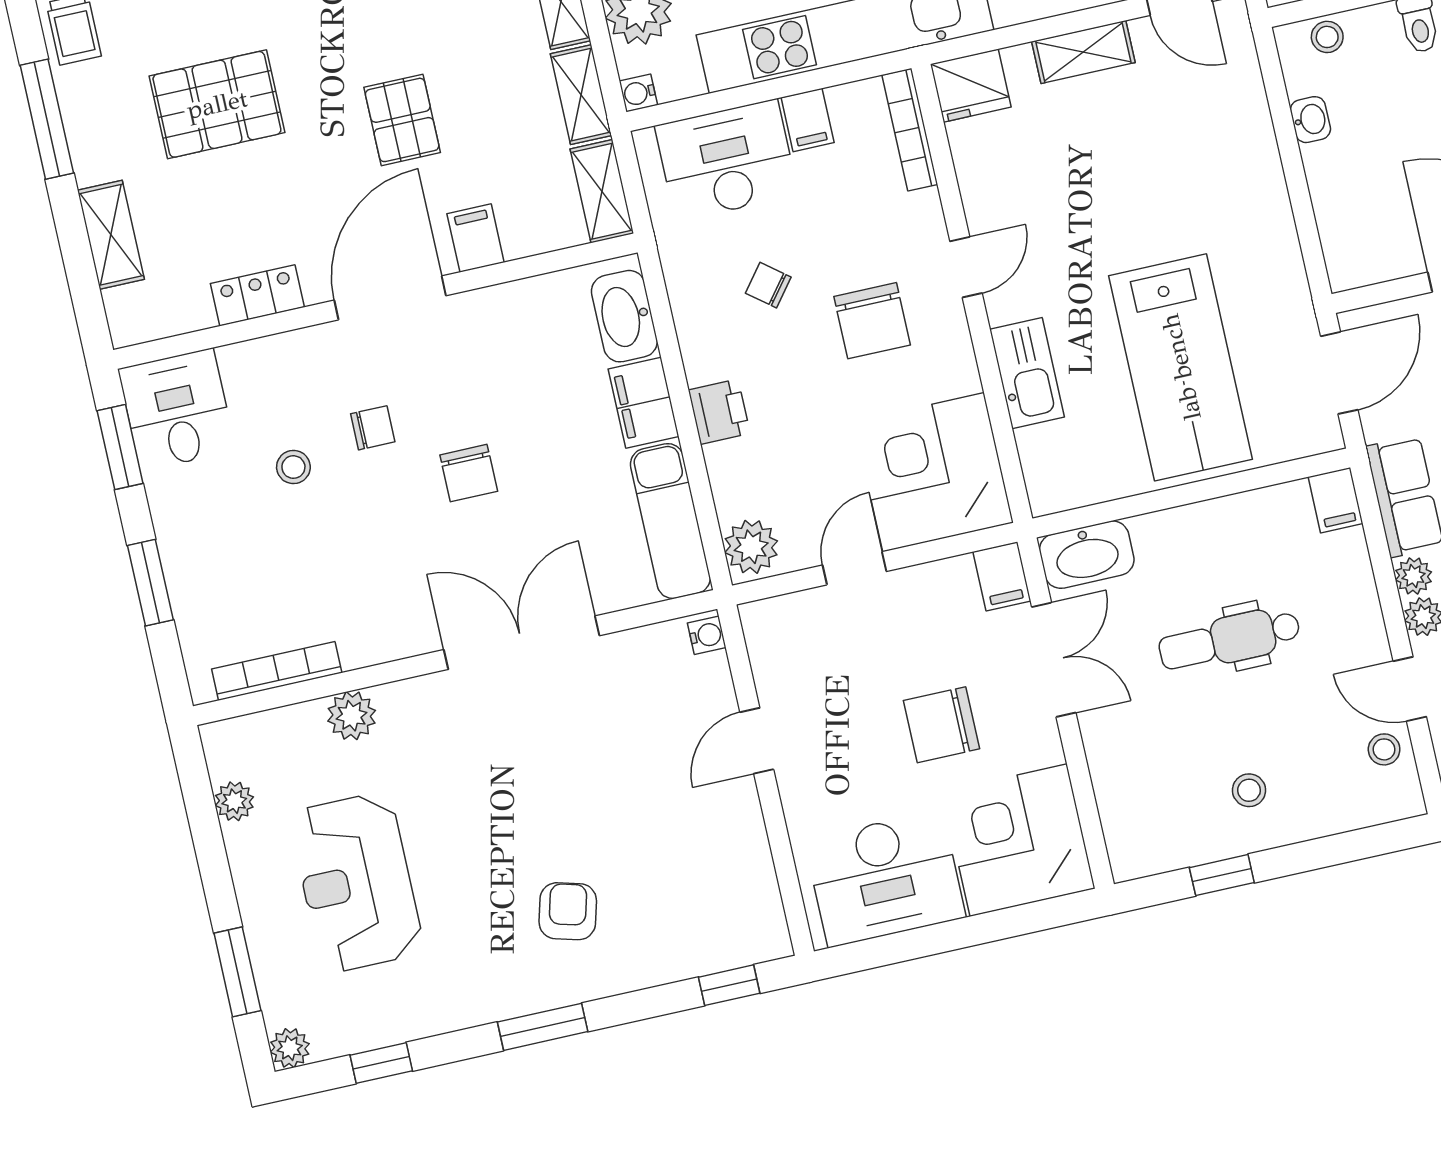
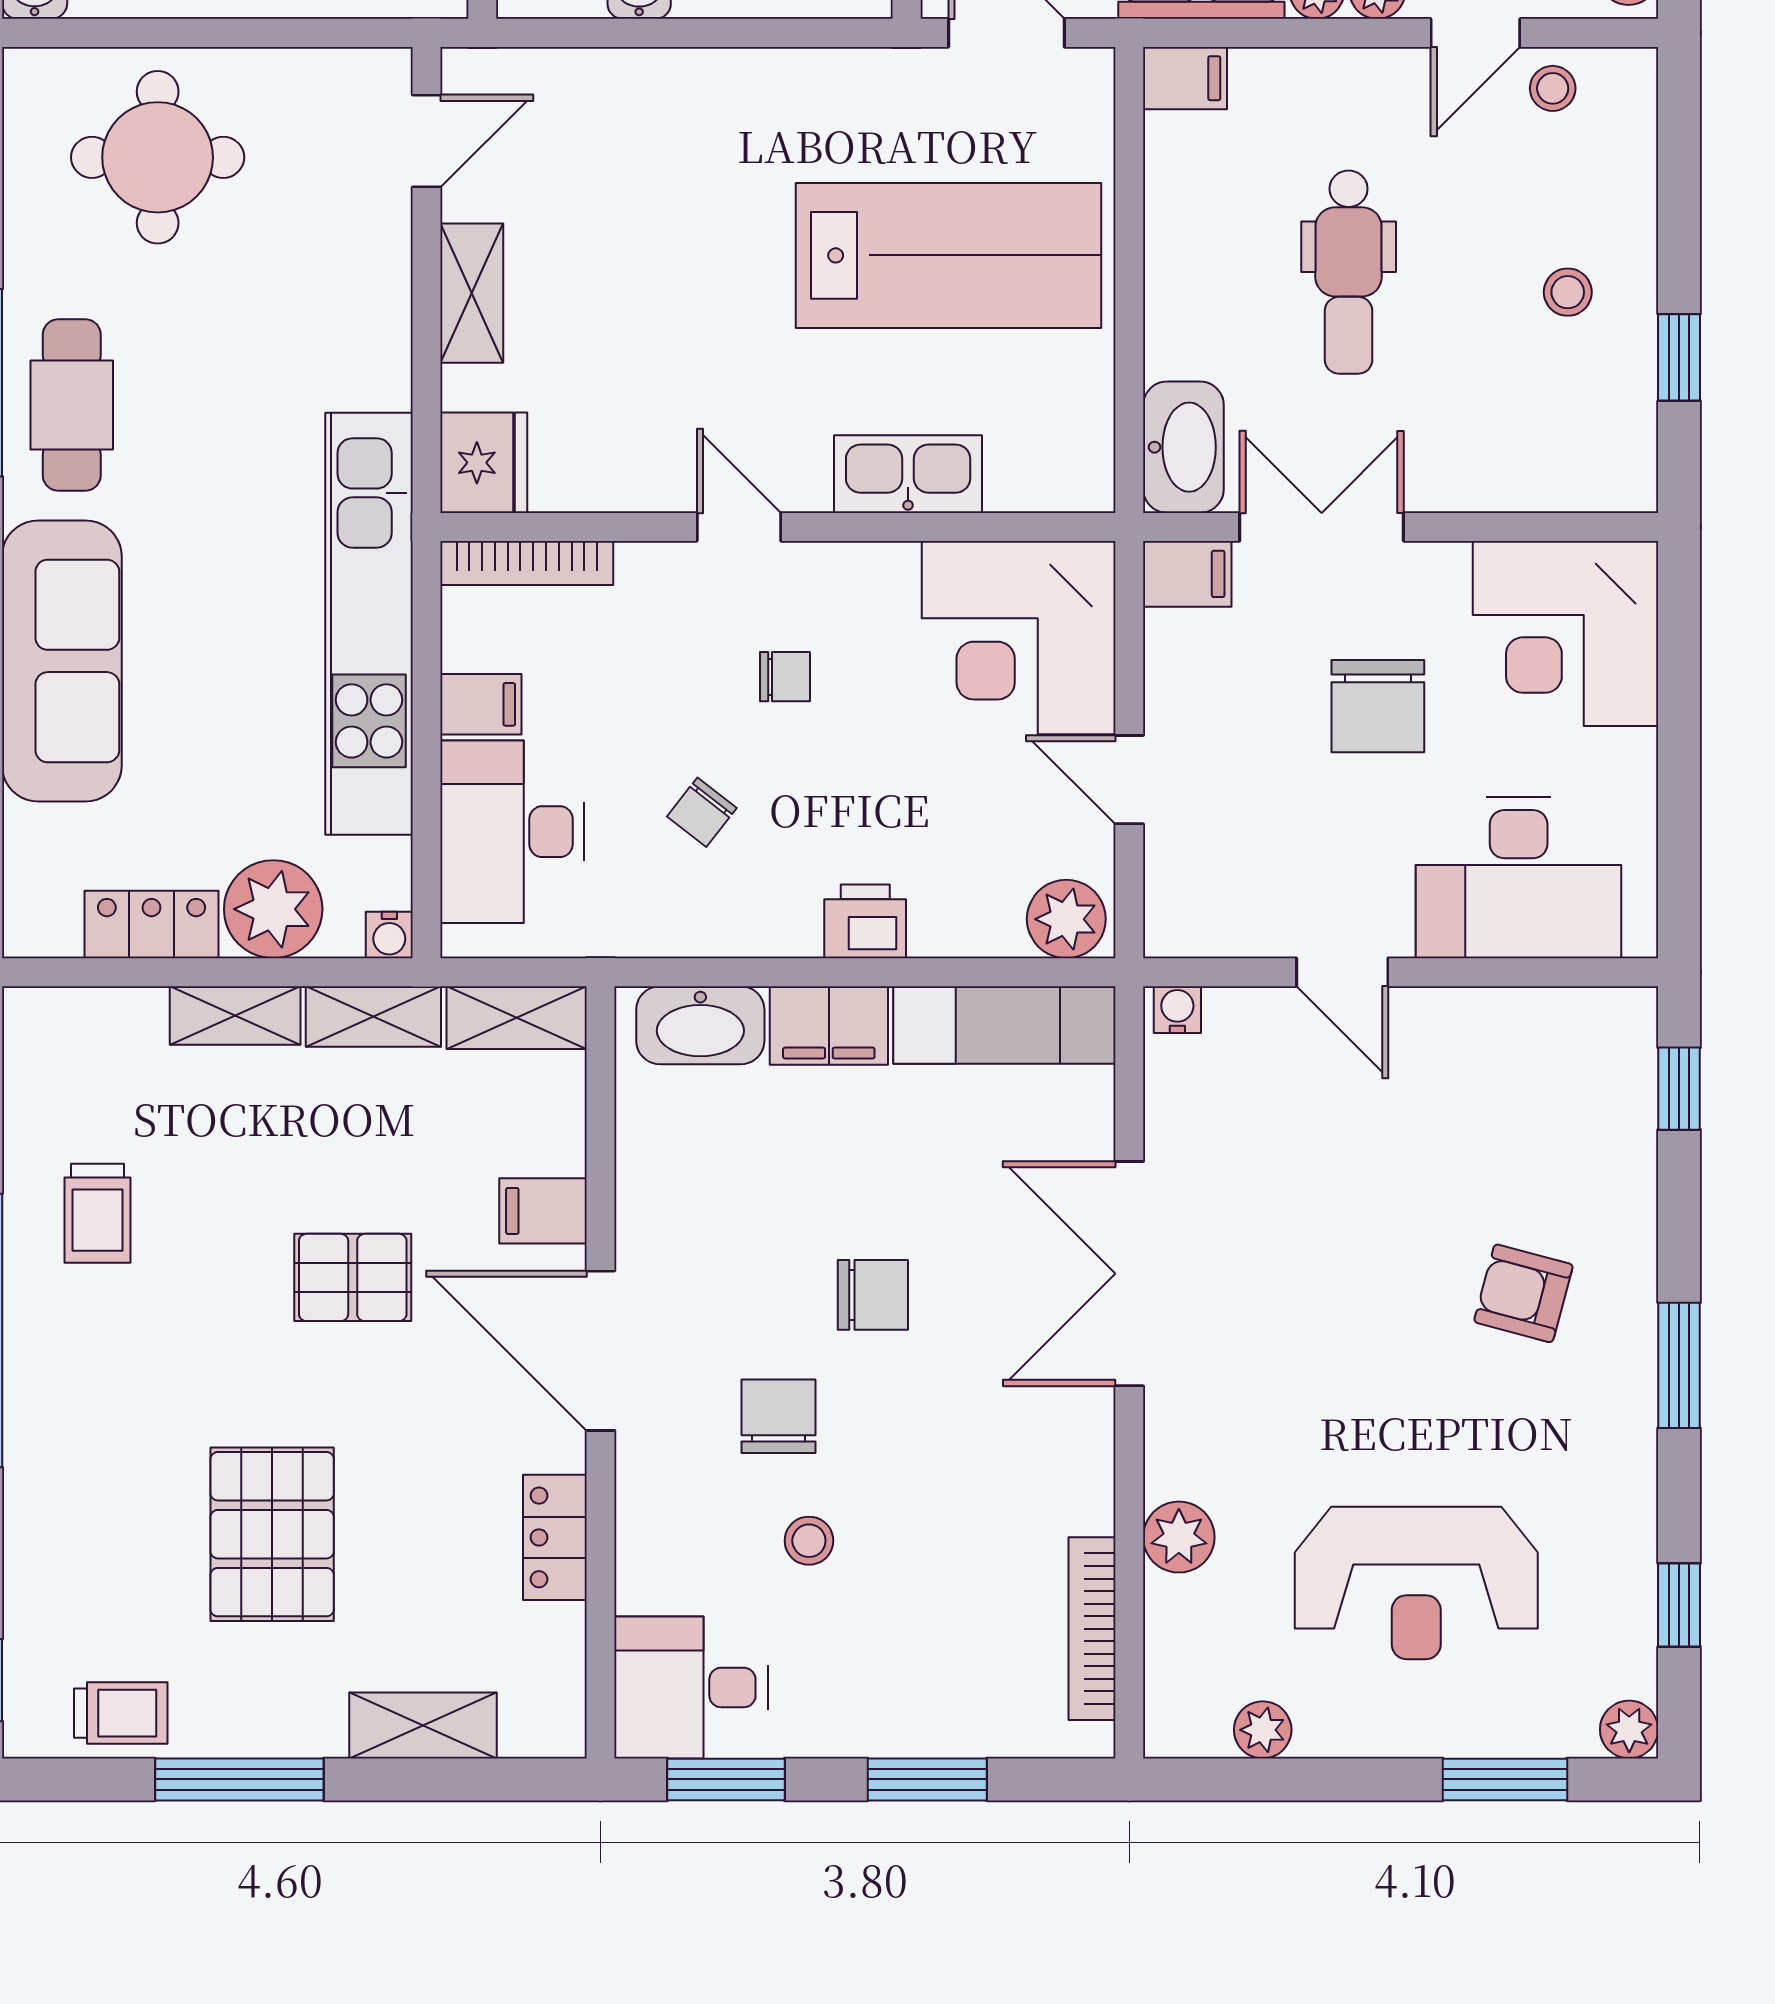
chair: (872, 321) -> (785, 677), width x0.54, depth x0.54
chair: (373, 428) -> (779, 1416), width x1.37, depth x1.37
desk: (885, 878) -> (1519, 878), moved, turned 90

